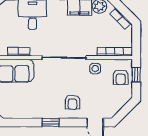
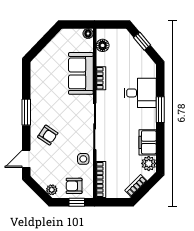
plant: (124, 98) -> (52, 190), added
armchair: (73, 102) -> (48, 135), turned -146
window: (51, 122) -> (26, 112), width x1.50

